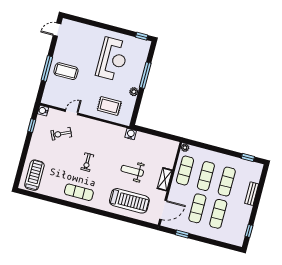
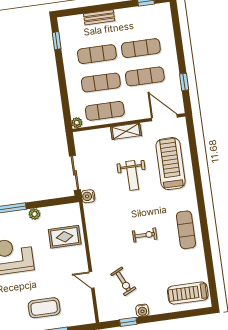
coffee table: (66, 71) -> (44, 308), turned 90
rug: (109, 106) -> (65, 237), turned 90
water cooler: (43, 111) -> (142, 310), moved
sliding door: (151, 132) -> (75, 173), added

